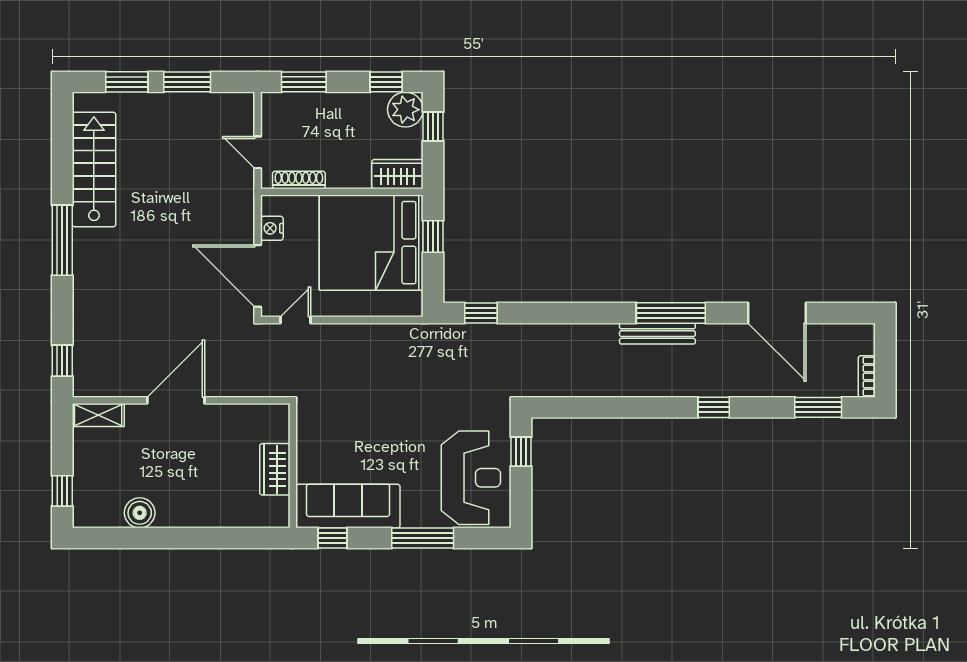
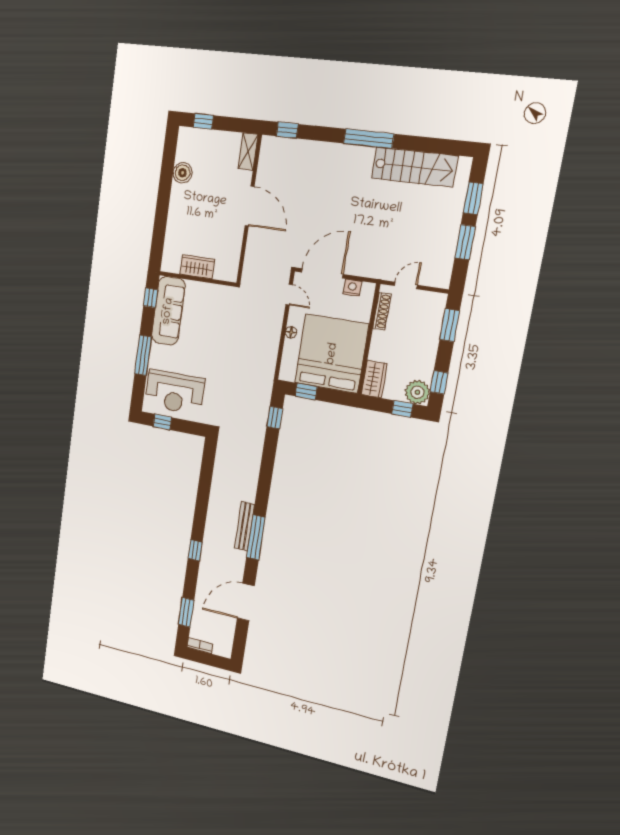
window: (433, 237) -> (306, 391), moved
floor lamp: (350, 308) -> (291, 332), added
window: (521, 452) -> (162, 422), moved

